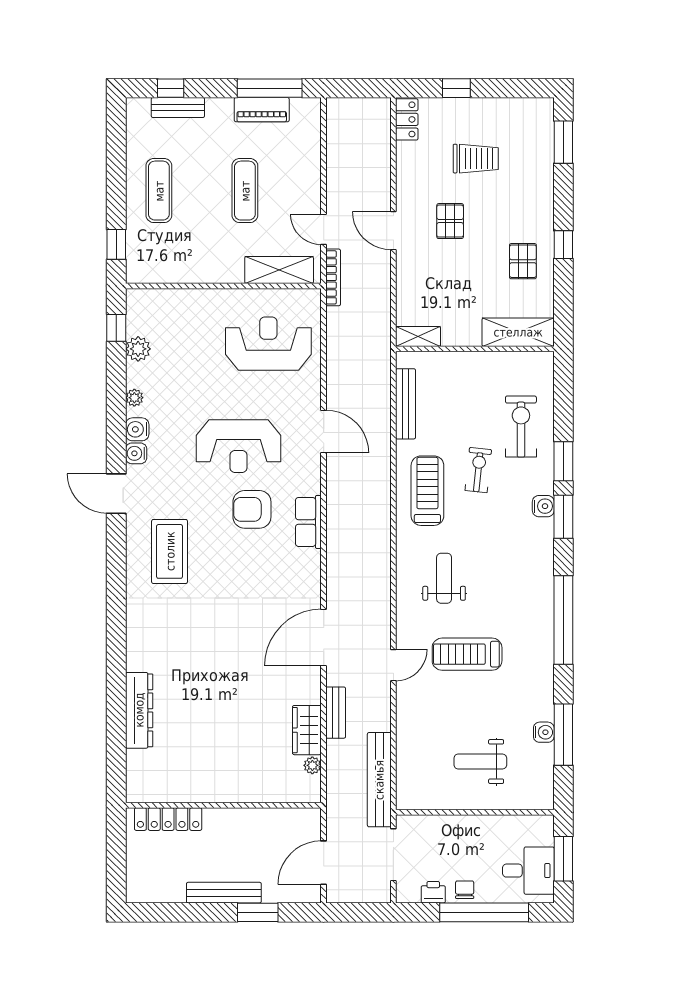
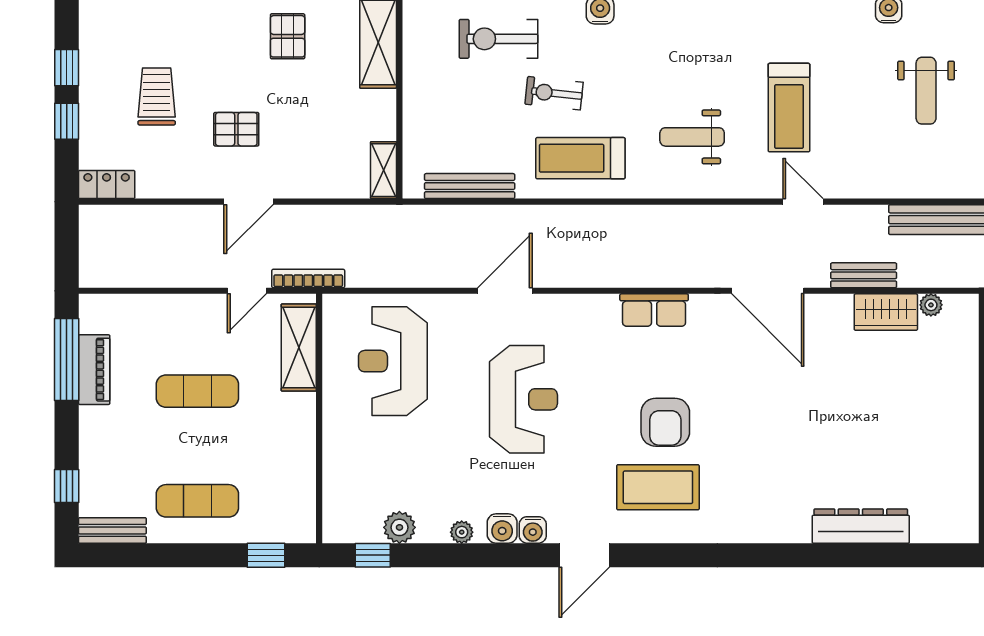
window: (498, 88) -> (67, 68), added
bench: (178, 108) -> (112, 530), moved, turned 90
pallet: (523, 261) -> (288, 36), turned 90
armchair: (252, 509) -> (665, 422), moved
row of seats: (308, 522) -> (654, 310), moved

